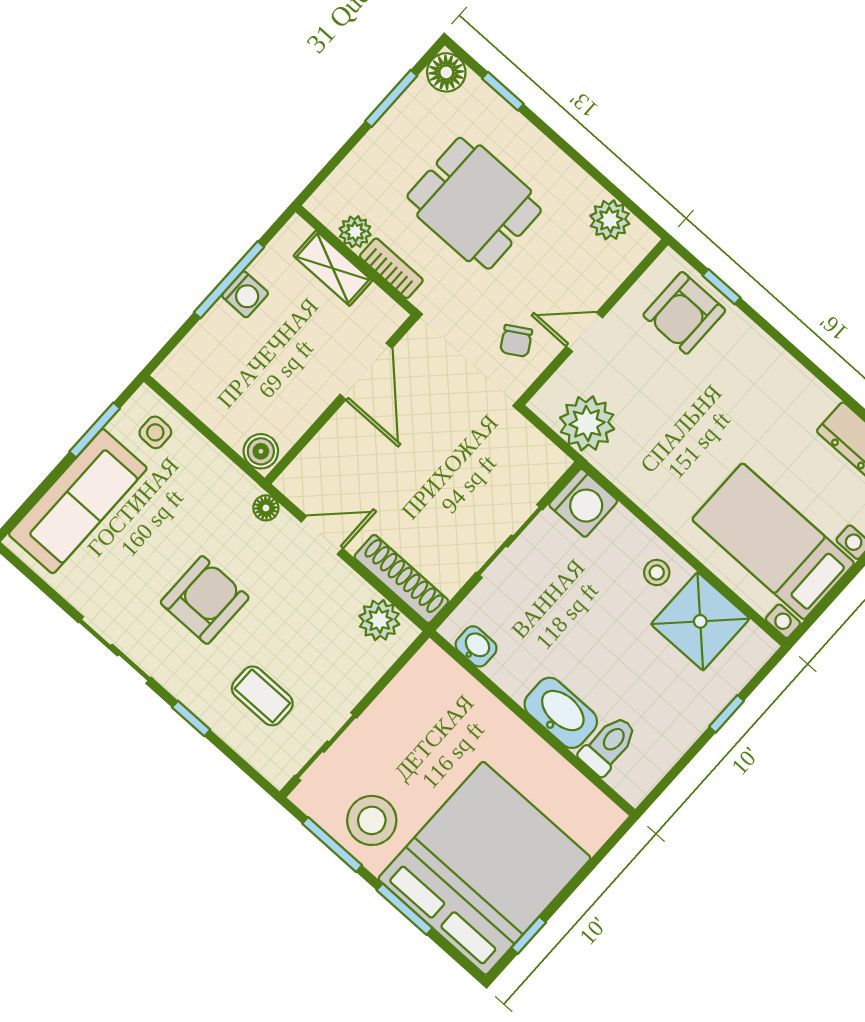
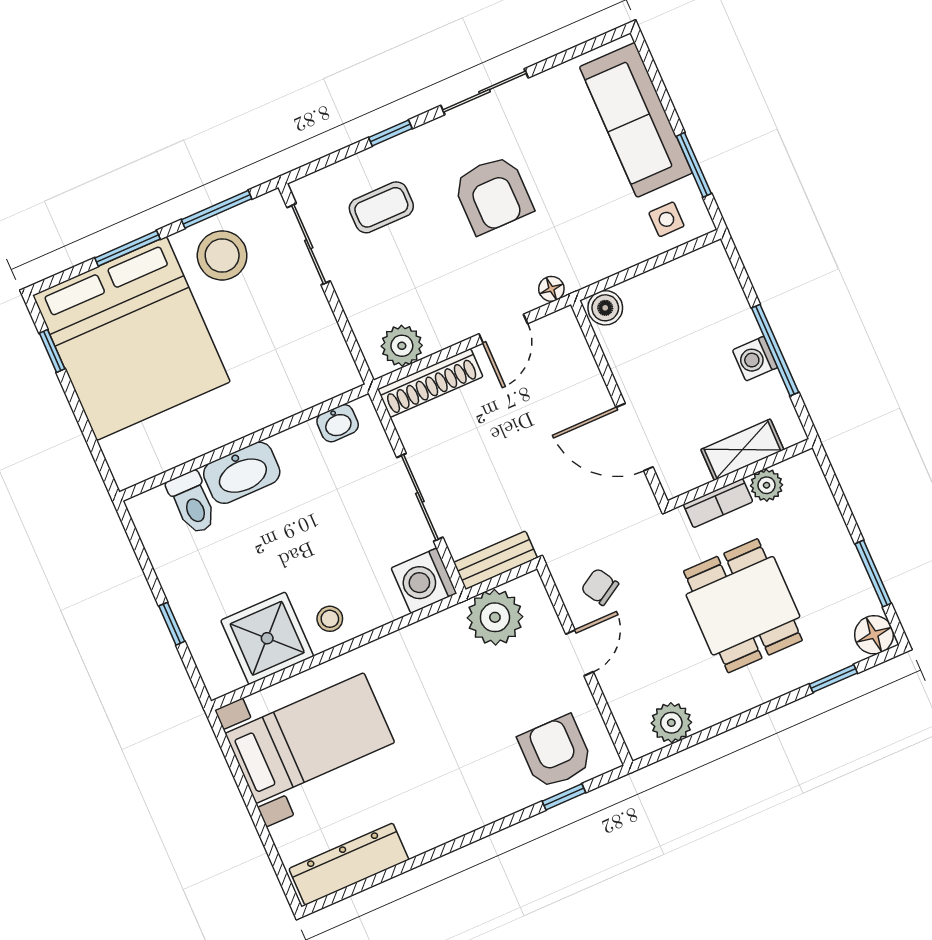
dining table: (474, 203) -> (743, 606), turned 90
bench: (535, 447) -> (495, 560), added

